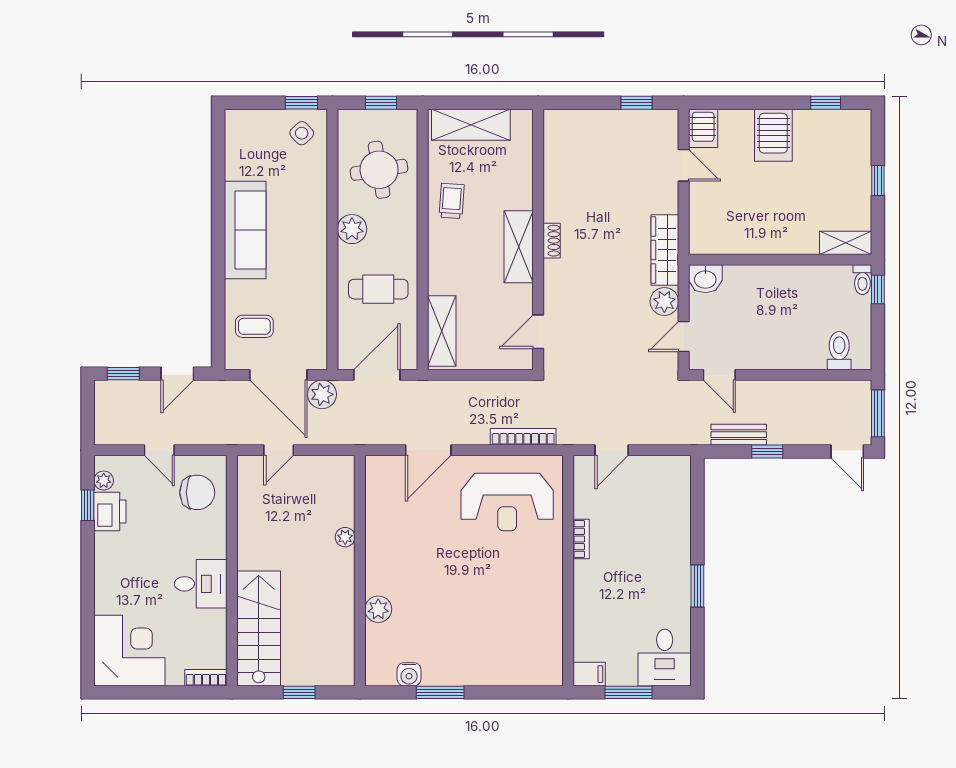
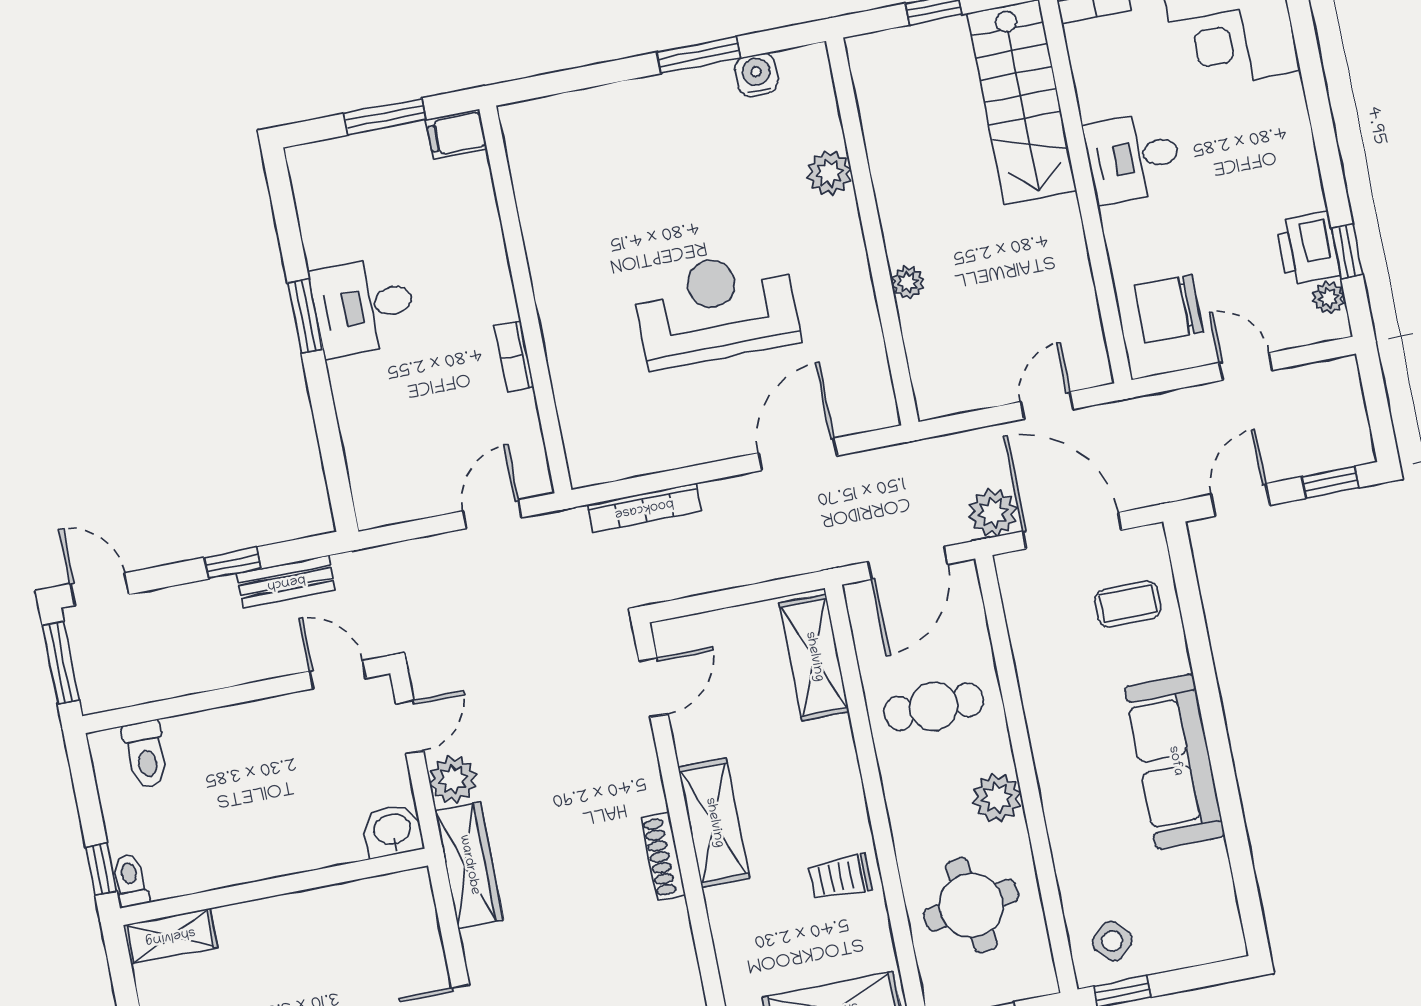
trolley: (452, 201) -> (840, 877), turned 86
shoe rack: (552, 241) -> (663, 856), width x1.43
reception desk: (507, 502) -> (716, 309), moved
desk: (665, 658) -> (363, 306), moved, turned -90

